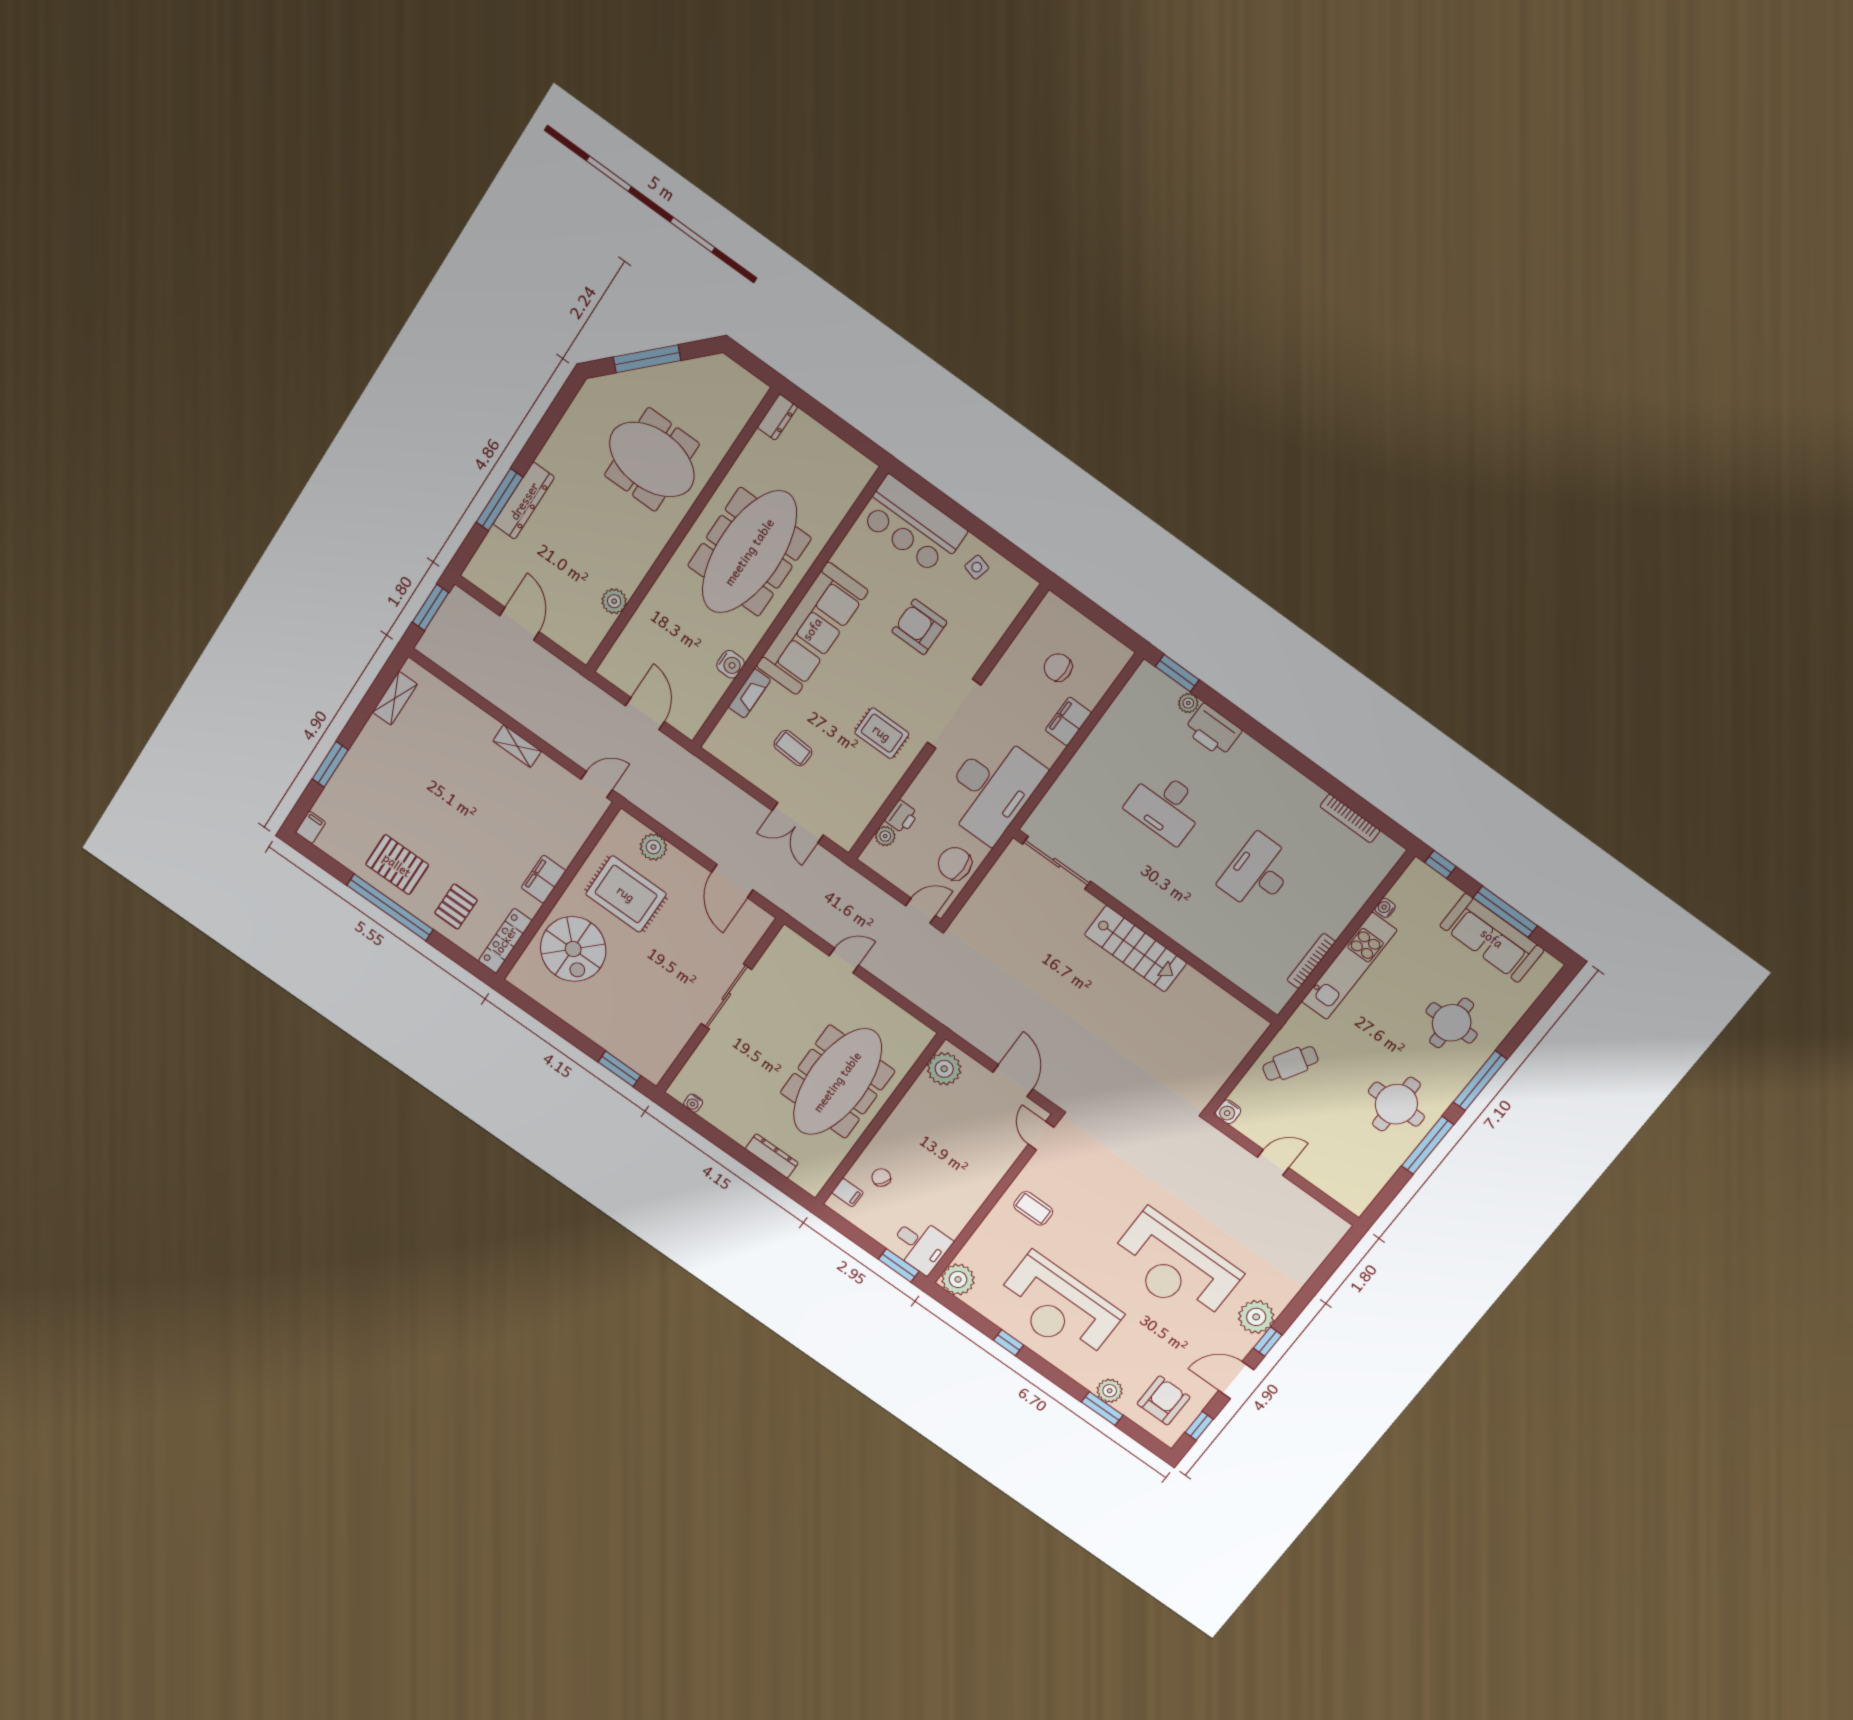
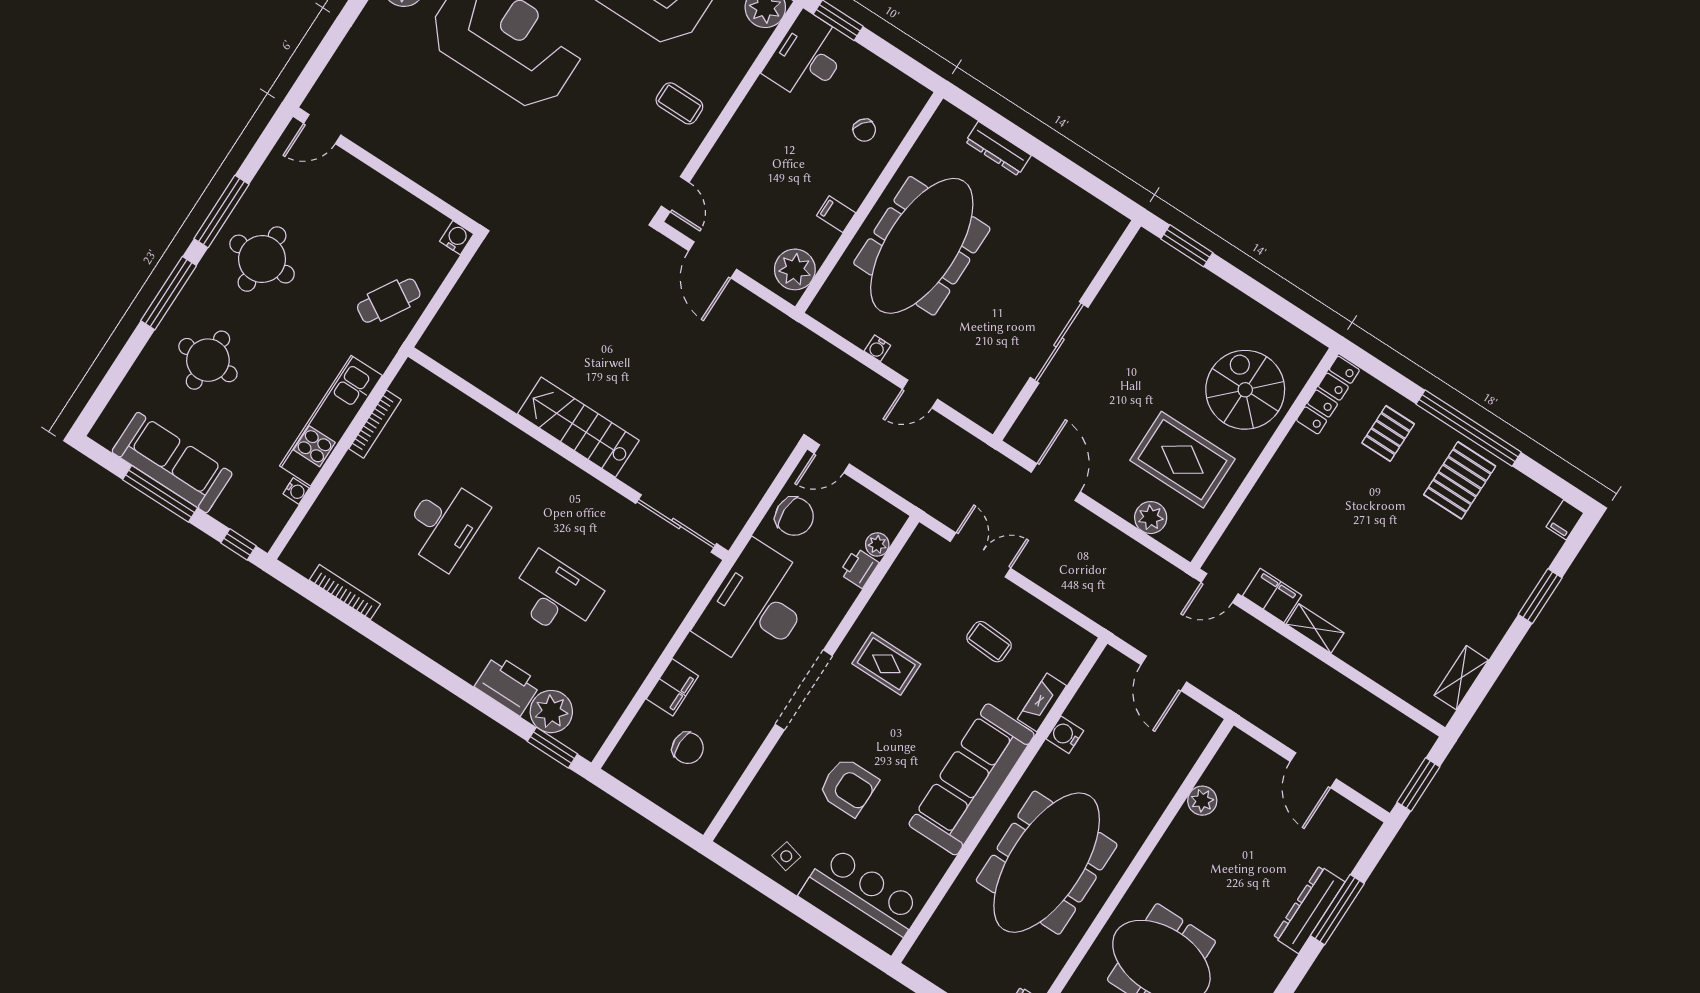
plant: (1188, 703) -> (551, 712), width x1.88, depth x1.88
pallet: (397, 865) -> (1460, 480), turned 90
filing cabinet: (544, 879) -> (1272, 595), moved, turned -90
water cooler: (693, 1103) -> (877, 348), moved, turned 180
door: (1273, 1162) -> (322, 129), moved
filing cabinet: (848, 1192) -> (836, 214), moved
desk: (920, 1245) -> (807, 57), width x1.37

